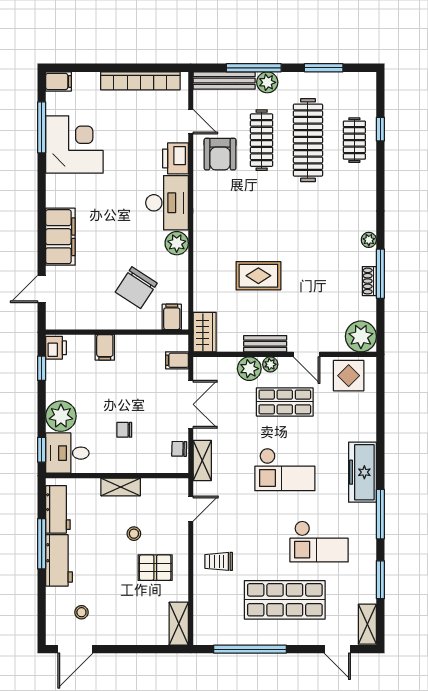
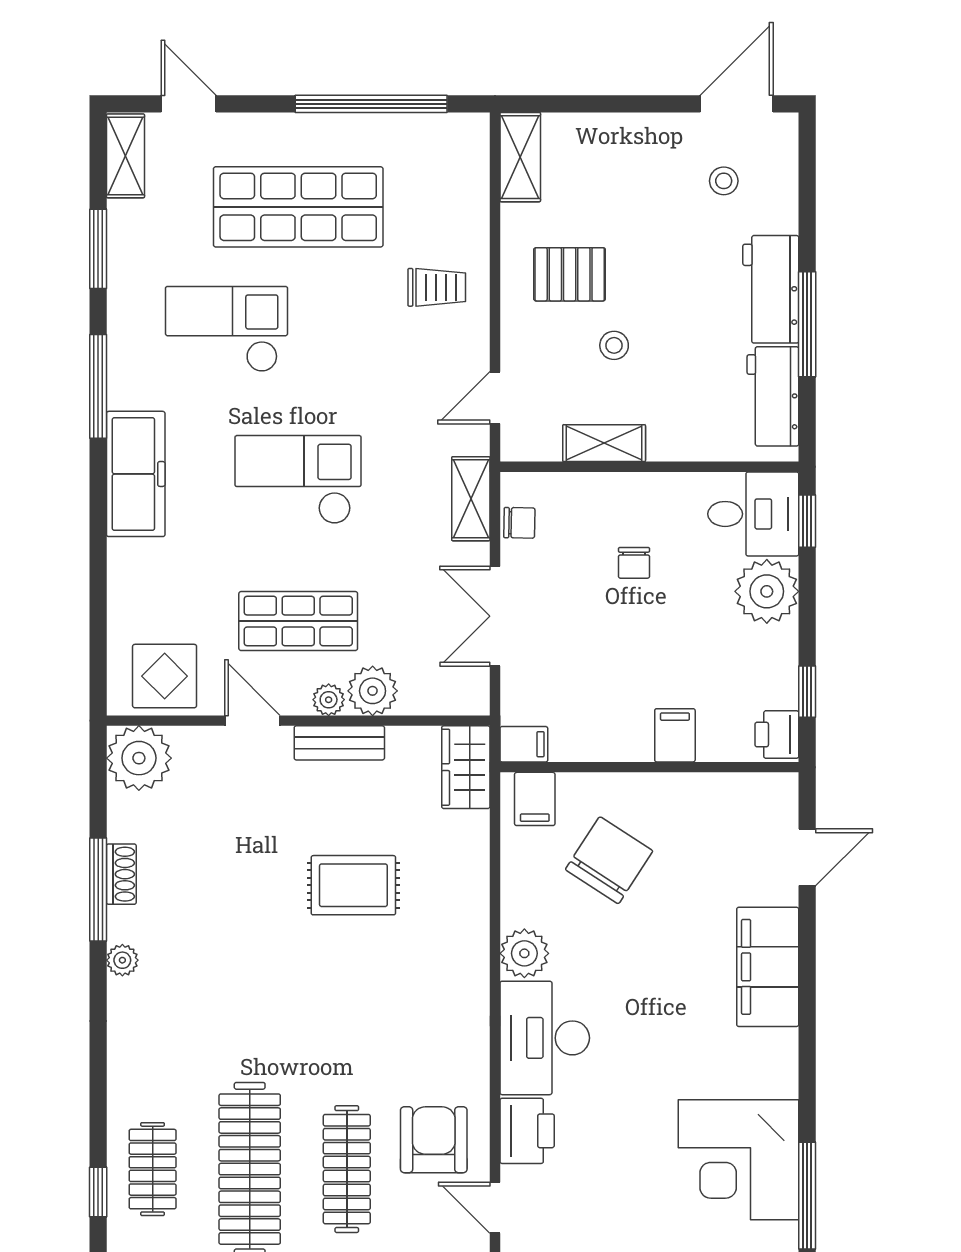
filing cabinet: (177, 360) -> (524, 744), moved
chair: (124, 430) -> (634, 563), turned 90
shelving: (121, 487) -> (604, 443), moved

